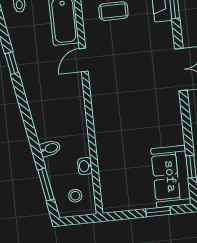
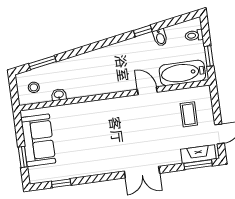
bidet: (50, 148) -> (160, 38), moved
sofa: (171, 176) -> (38, 140), moved, turned 90

